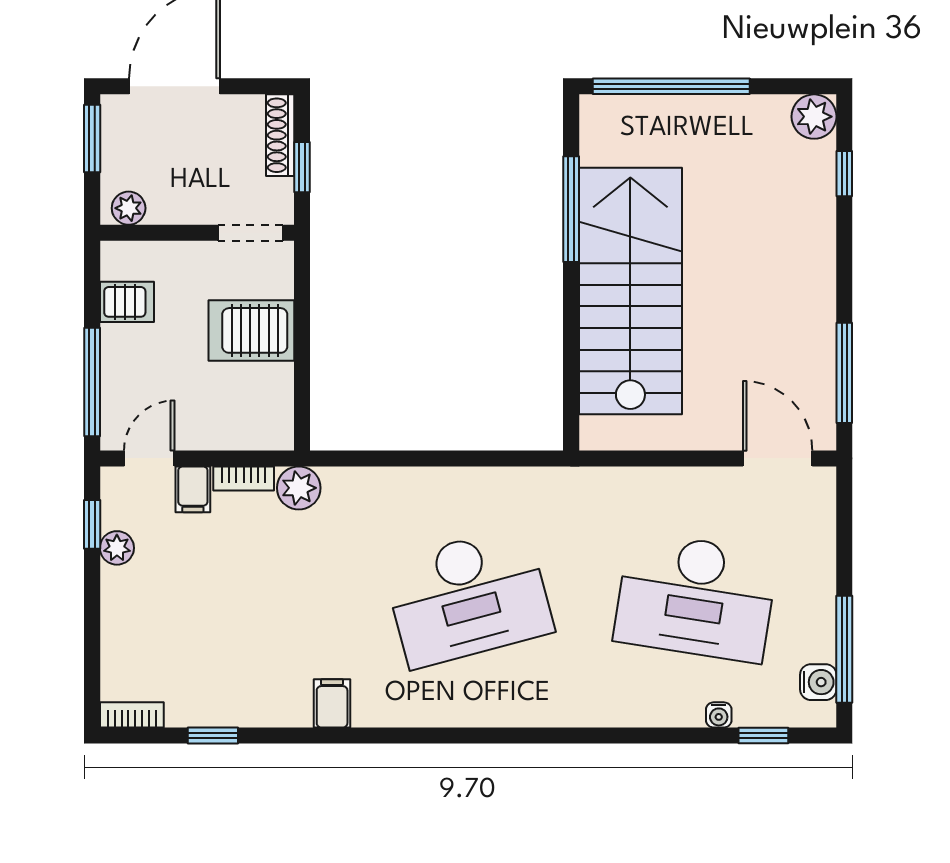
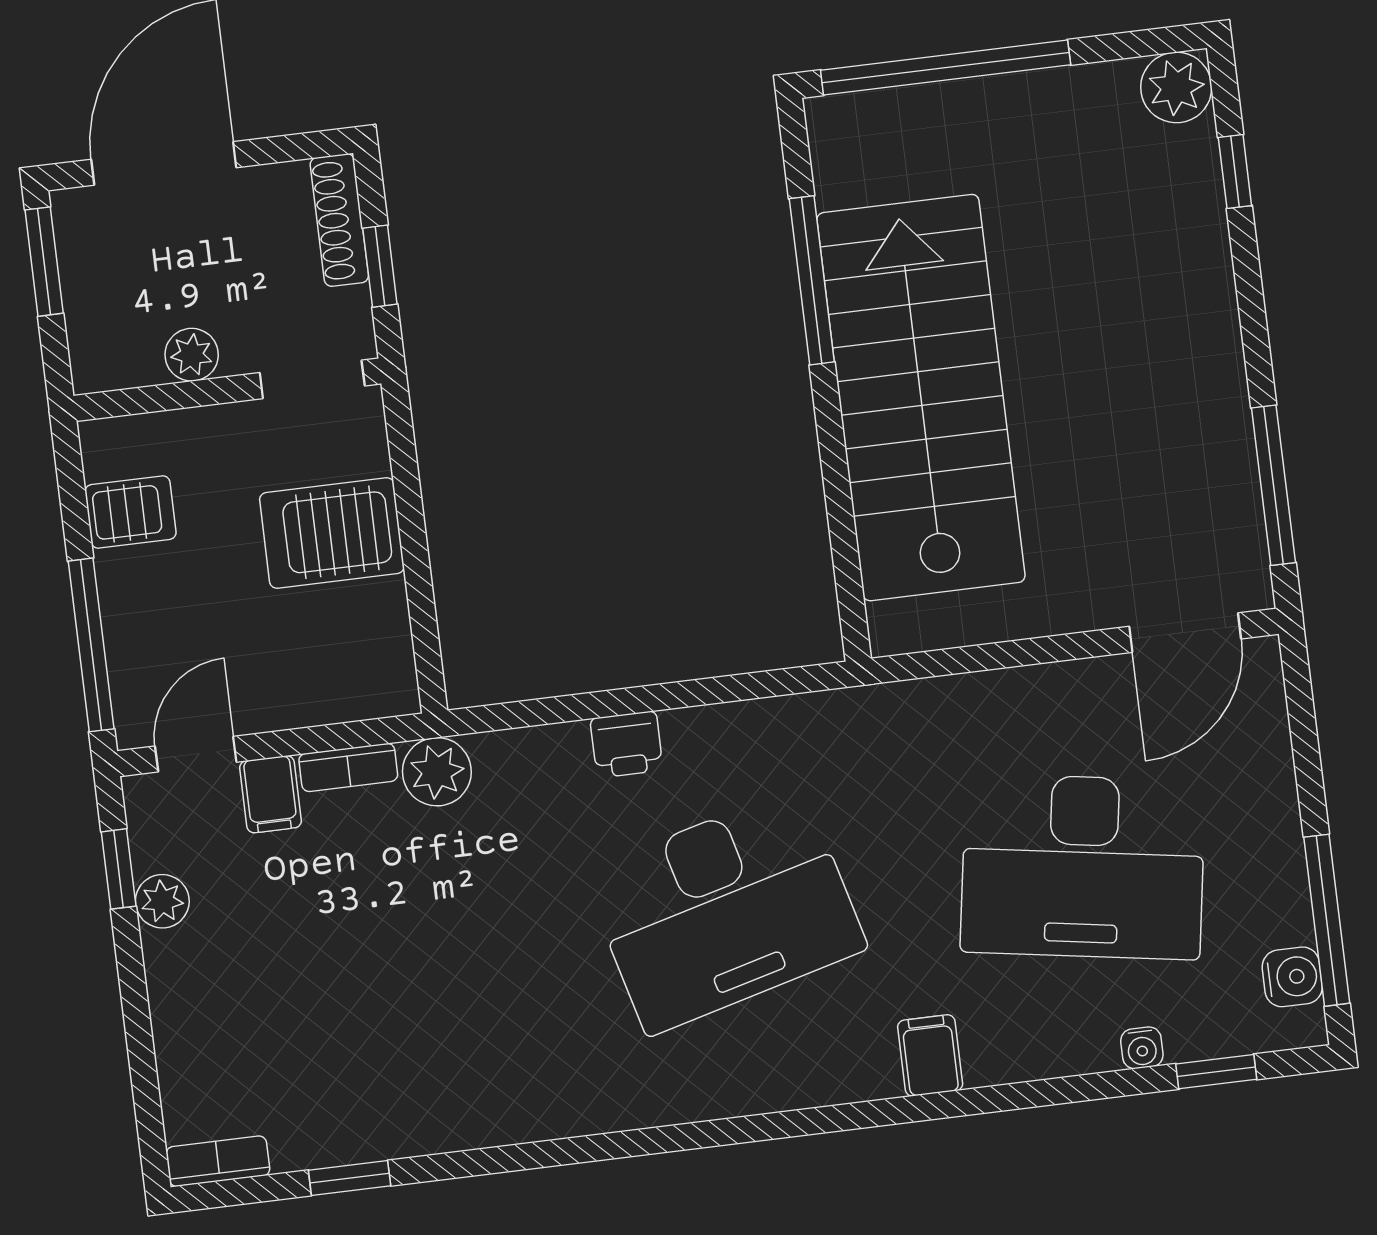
plant: (129, 208) -> (192, 355), moved
door: (778, 458) -> (1185, 633), swing flipped
printer: (420, 485) -> (627, 744), added
filing cabinet: (332, 703) -> (930, 1055), moved

